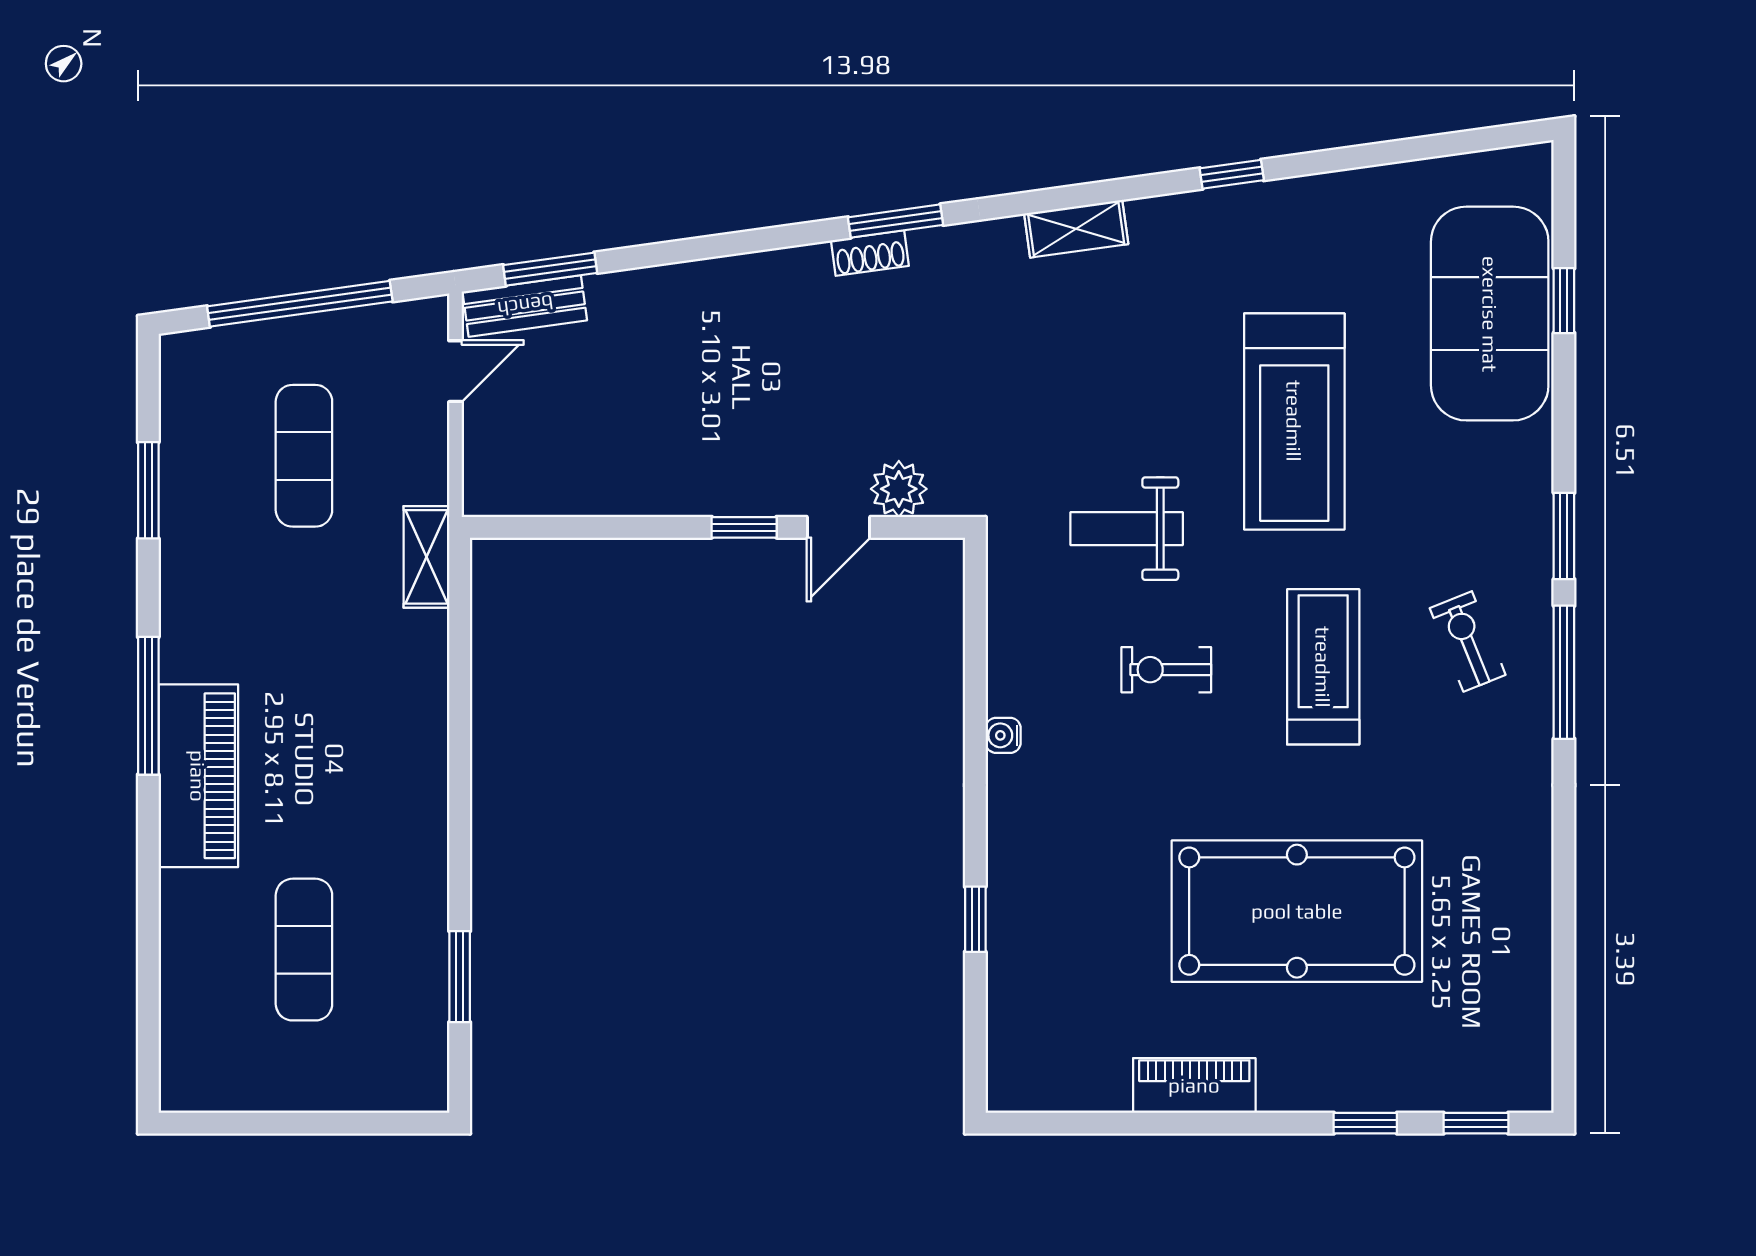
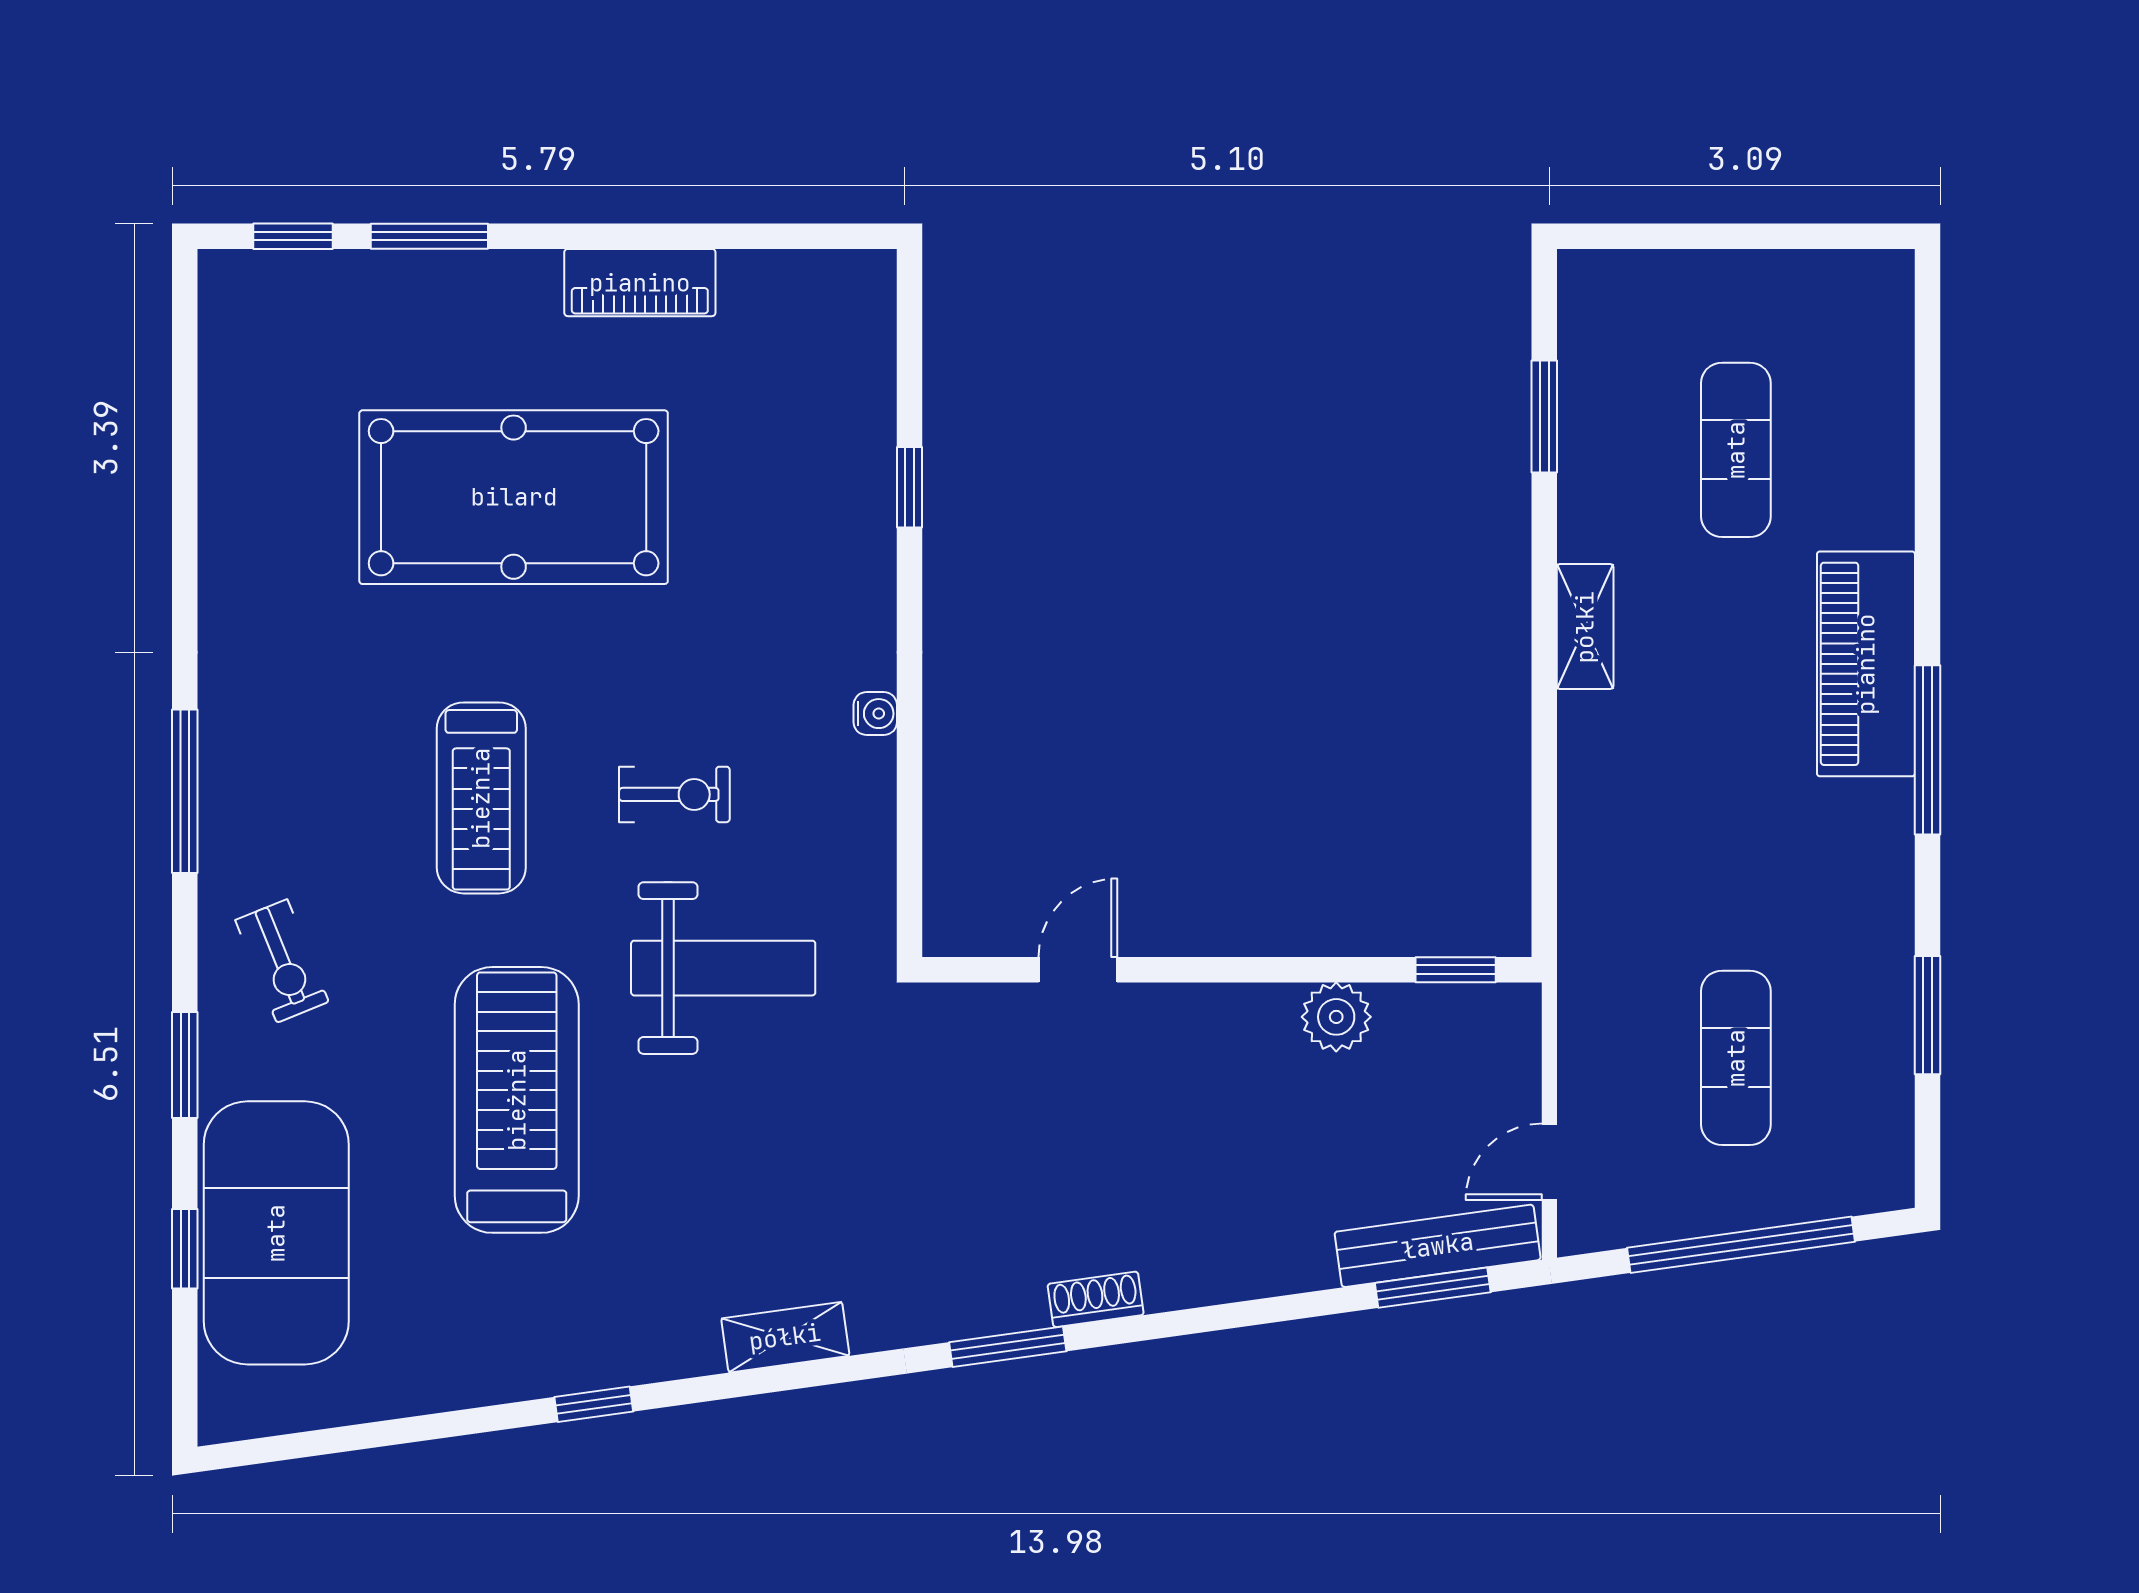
shoe rack: (870, 253) -> (1096, 1299), moved
bench: (525, 306) -> (1438, 1246), width x1.36
plant: (899, 489) -> (1336, 1017), moved
window: (744, 527) -> (1456, 970), moved
weight bench: (1127, 529) -> (723, 968), width x1.36, depth x1.33
window: (1564, 536) -> (185, 1065), moved
shelving: (426, 557) -> (1585, 627), moved
exercise bike: (1468, 641) -> (282, 961), moved
window: (1365, 1123) -> (429, 236), width x1.50

